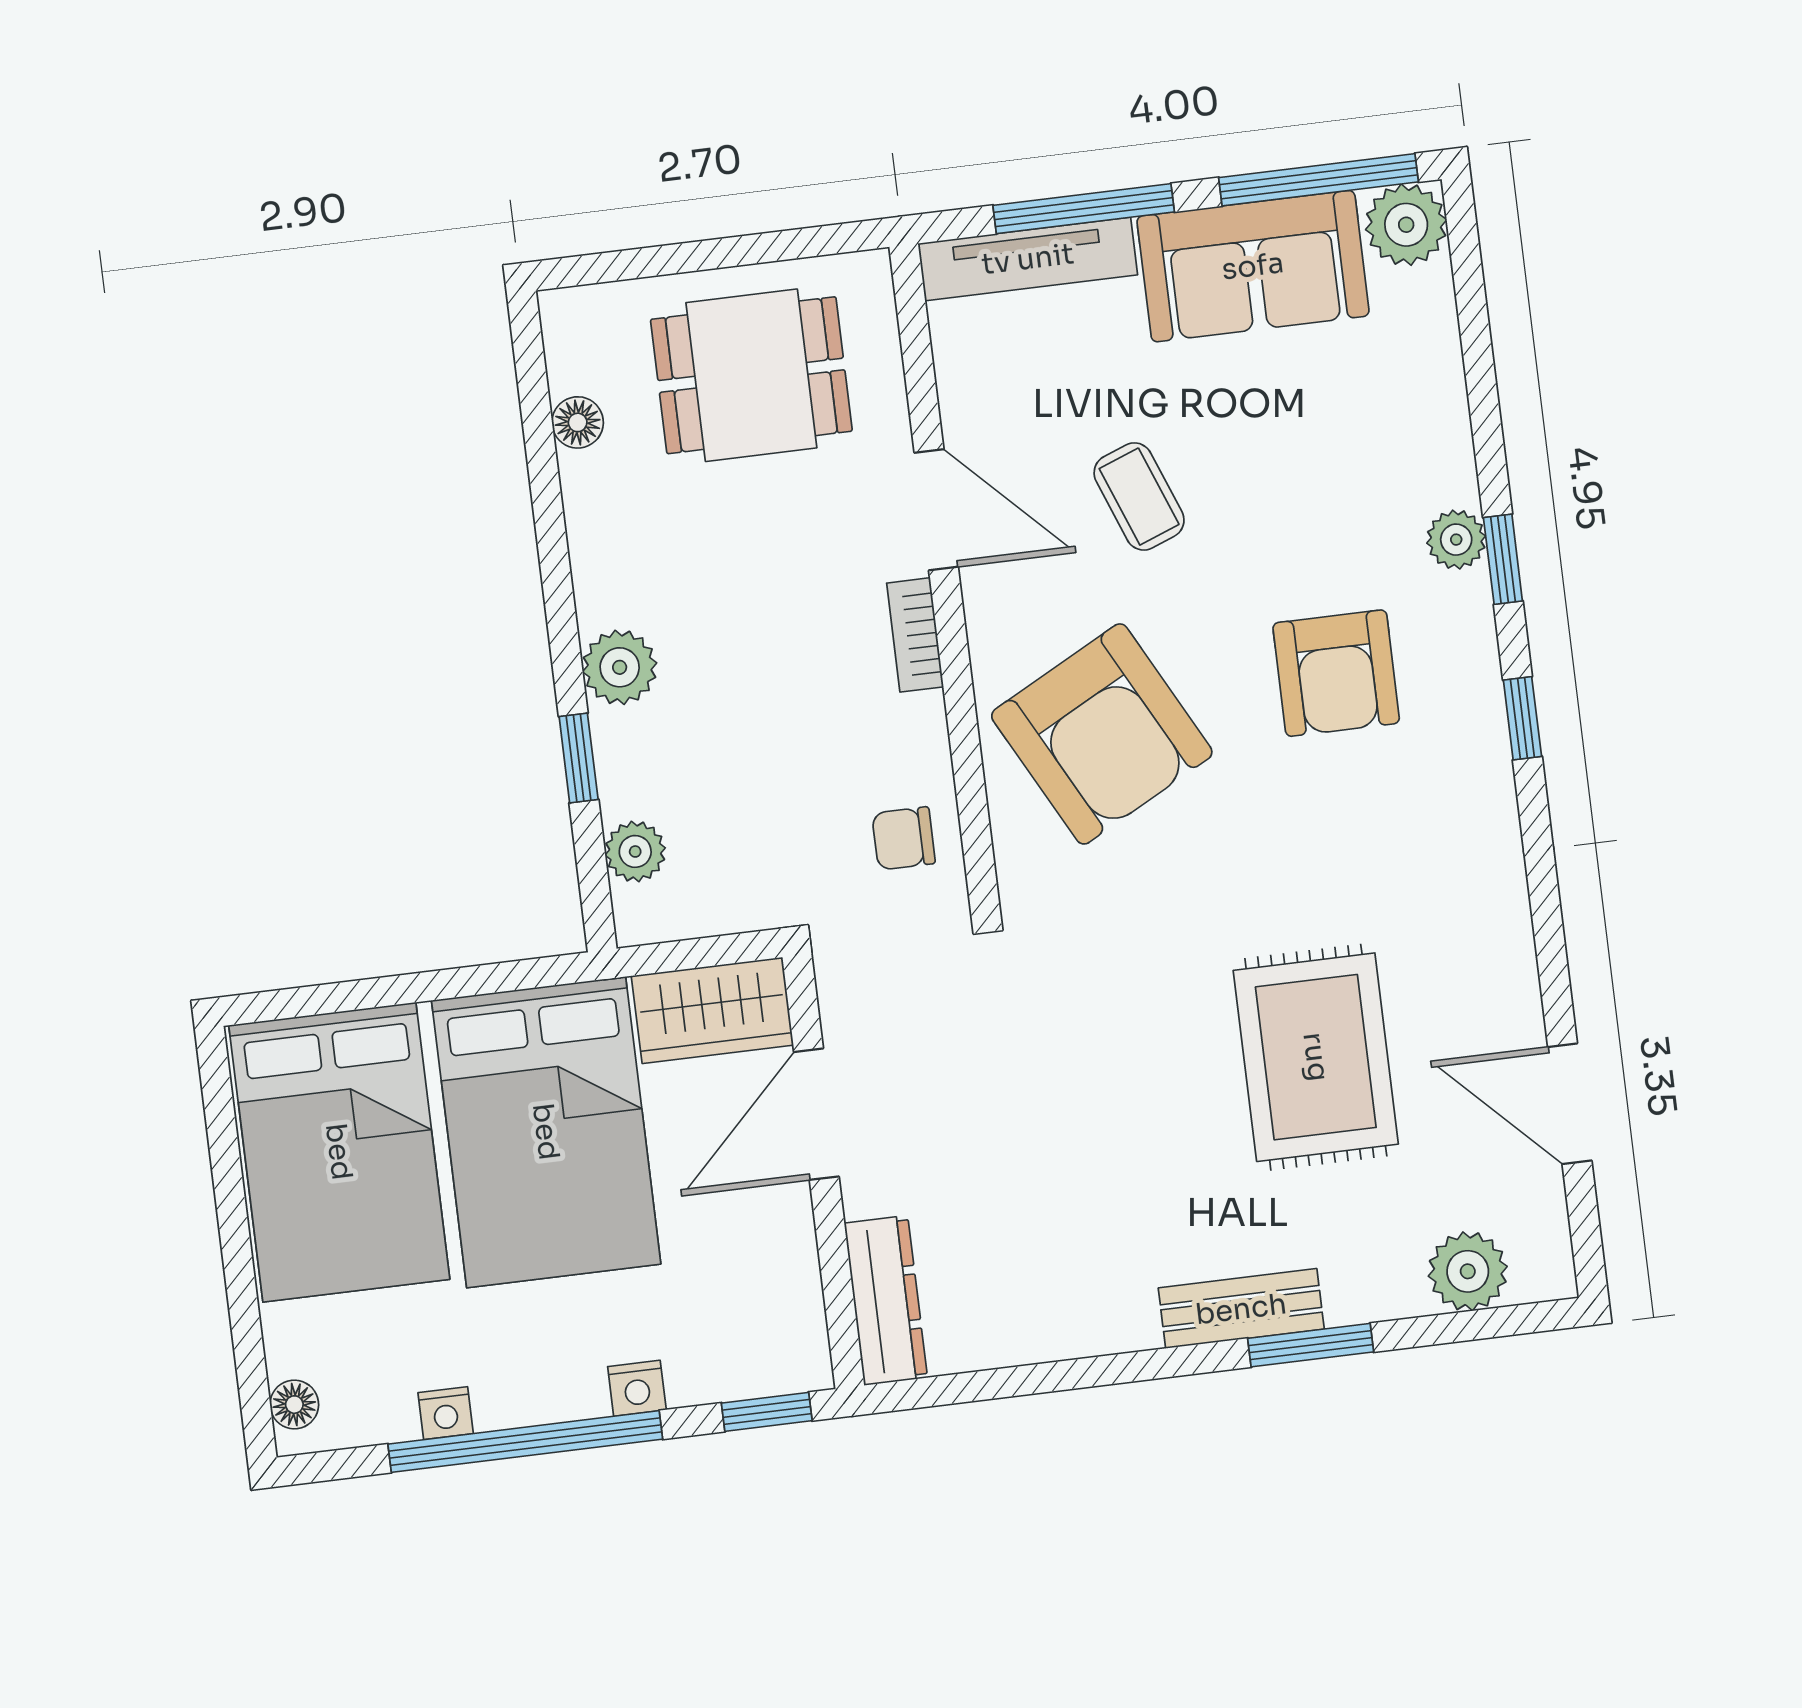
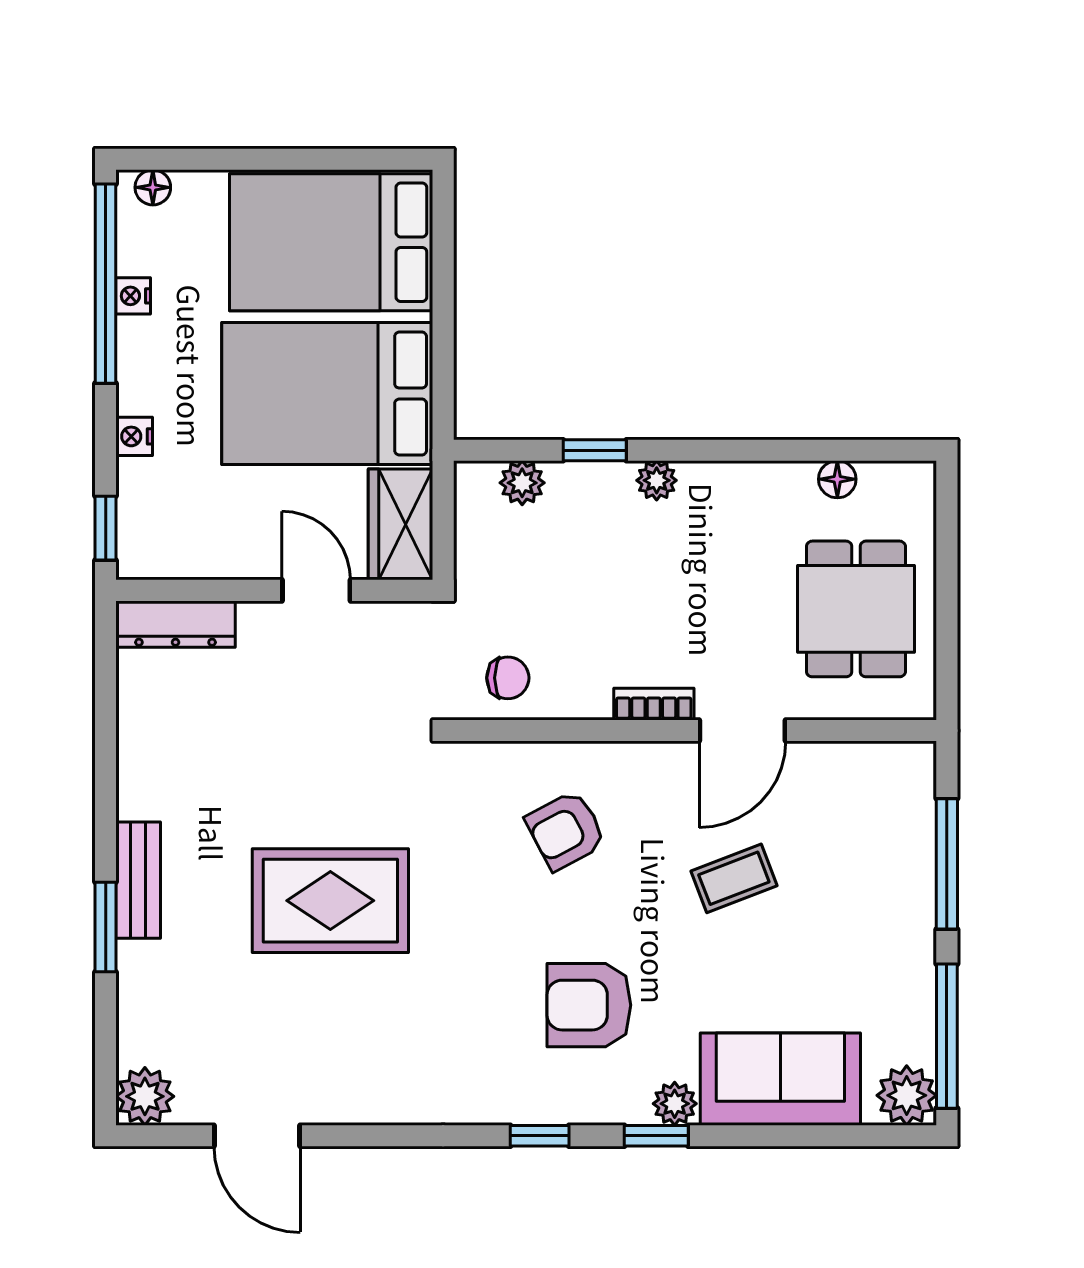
tv unit: (1028, 259) -> (915, 819), removed
sofa: (1253, 266) -> (780, 1079), moved, turned 90
plant: (620, 667) -> (657, 480), width x0.73, depth x0.73
armchair: (1102, 734) -> (566, 830), width x0.53, depth x0.53
chair: (904, 838) -> (508, 678), turned 90
rug: (1316, 1057) -> (330, 901), moved
door: (1570, 1104) -> (257, 1136), swing flipped
door: (816, 1114) -> (316, 590), width x0.73
plant: (1468, 1271) -> (145, 1096), moved
window: (525, 1442) -> (106, 284), moved

